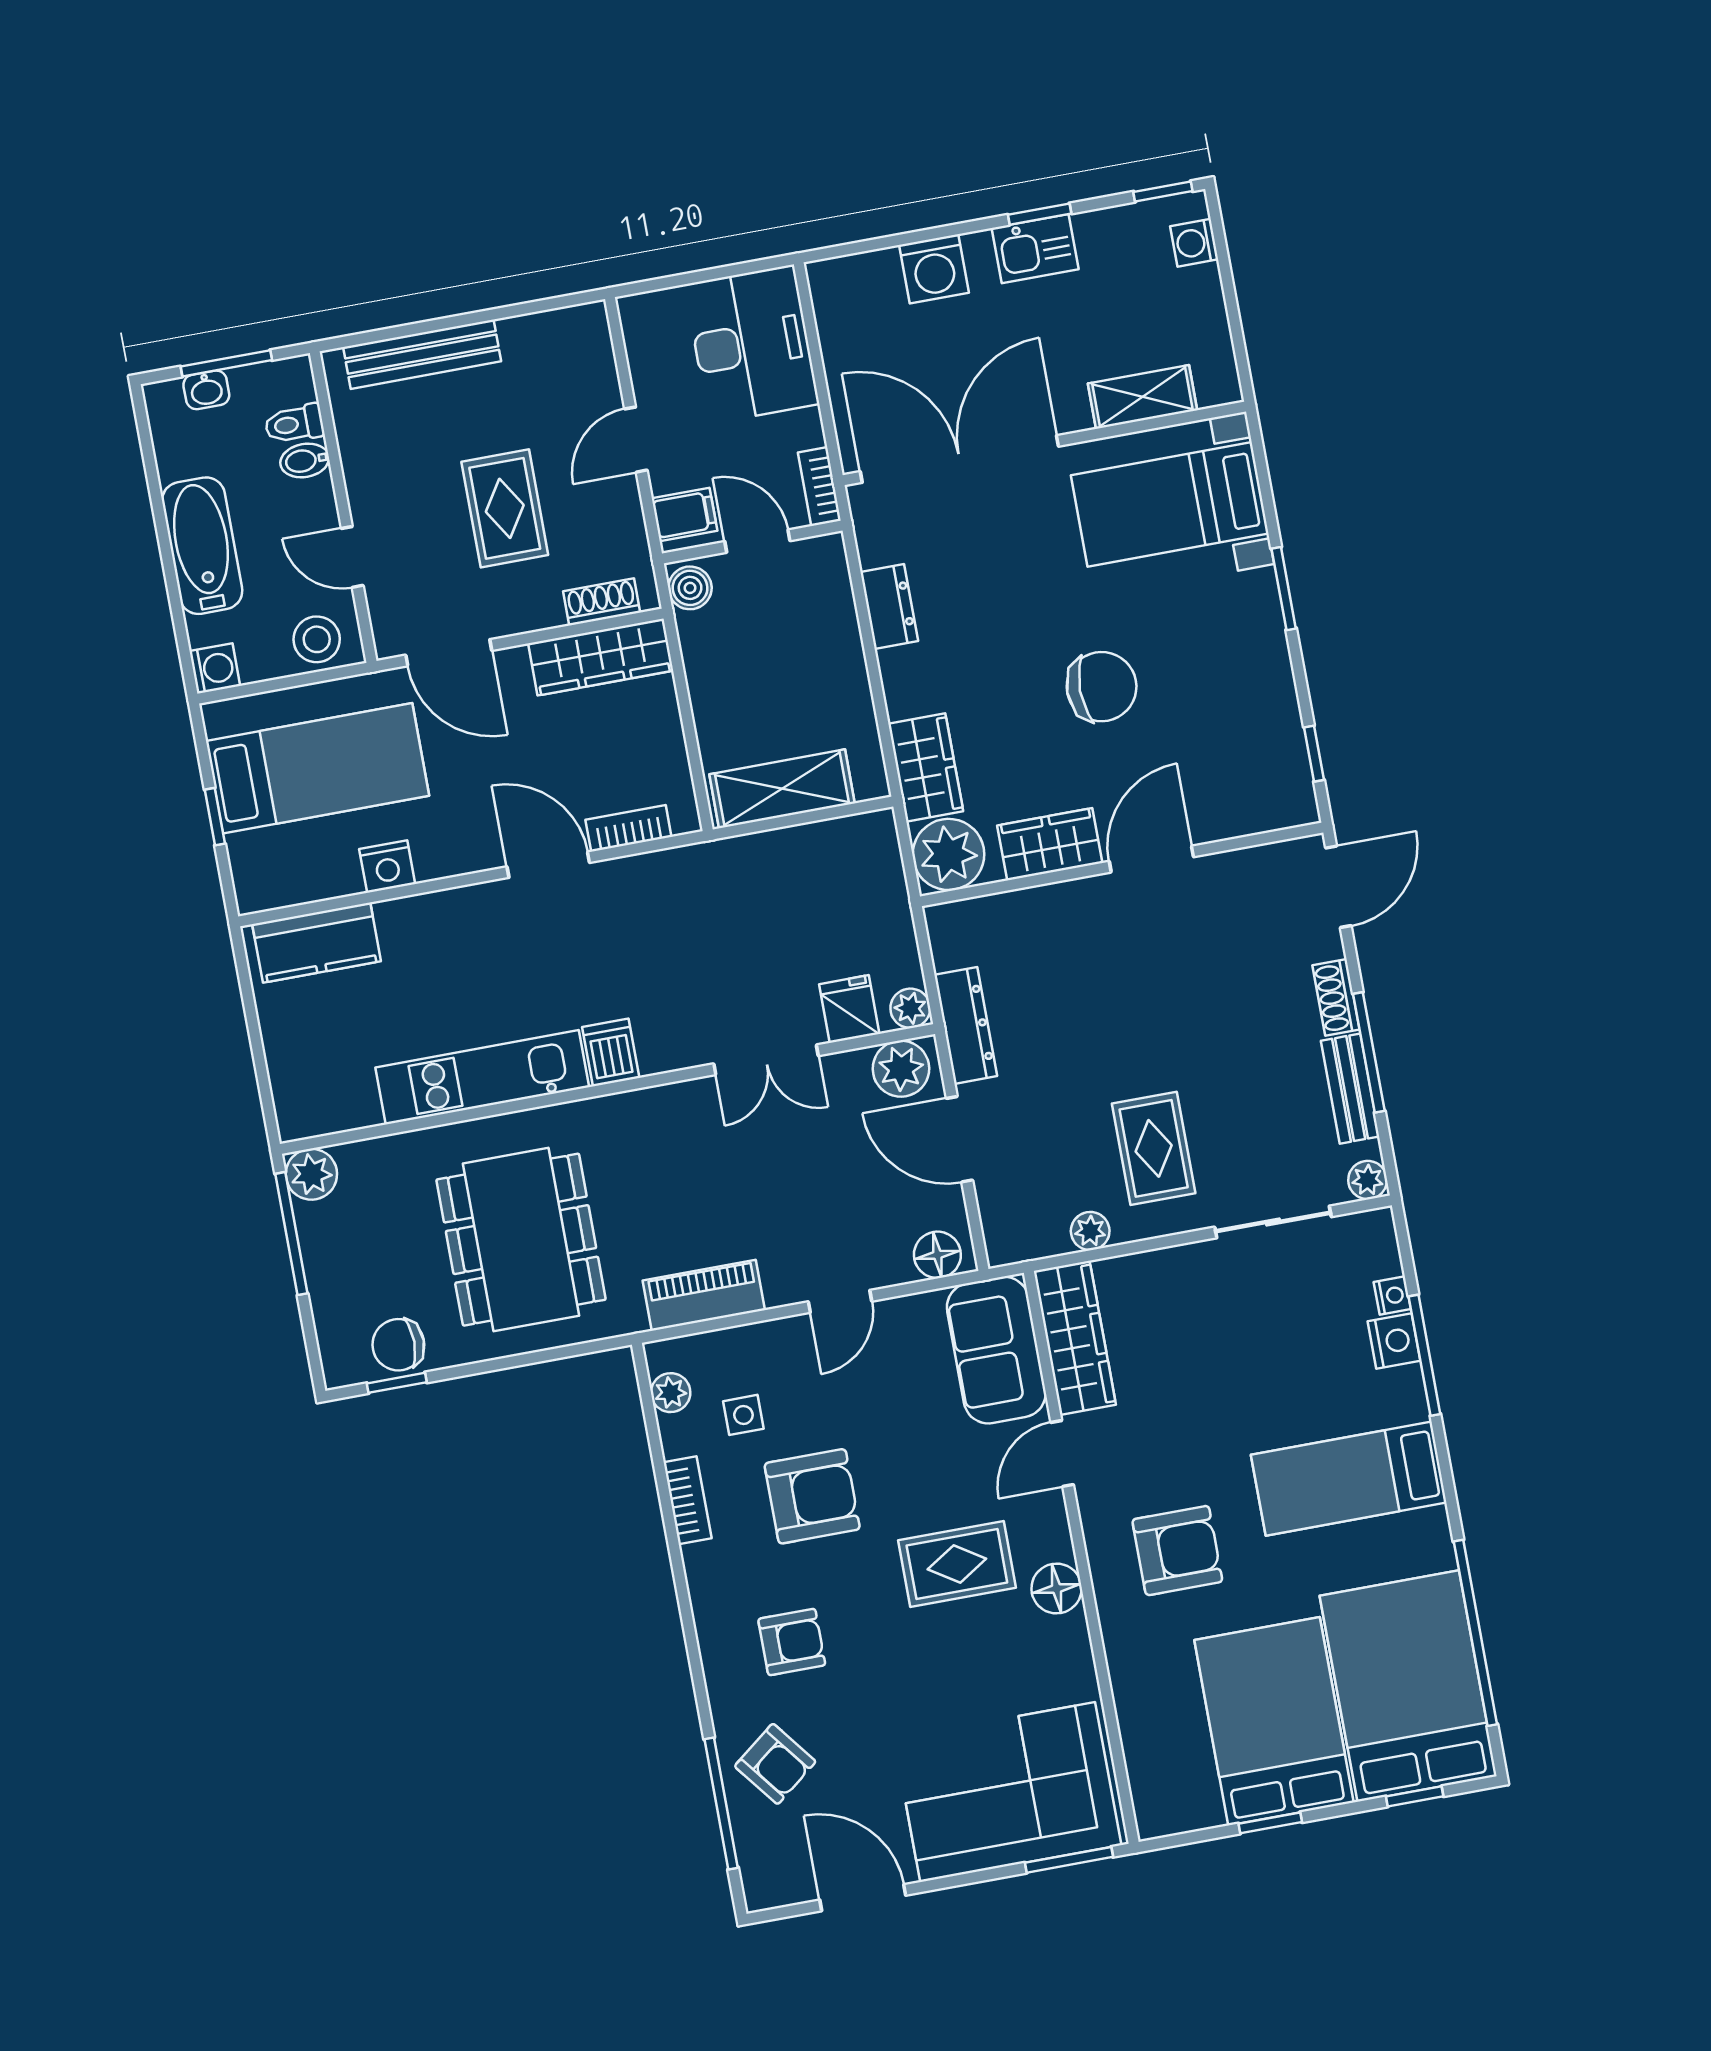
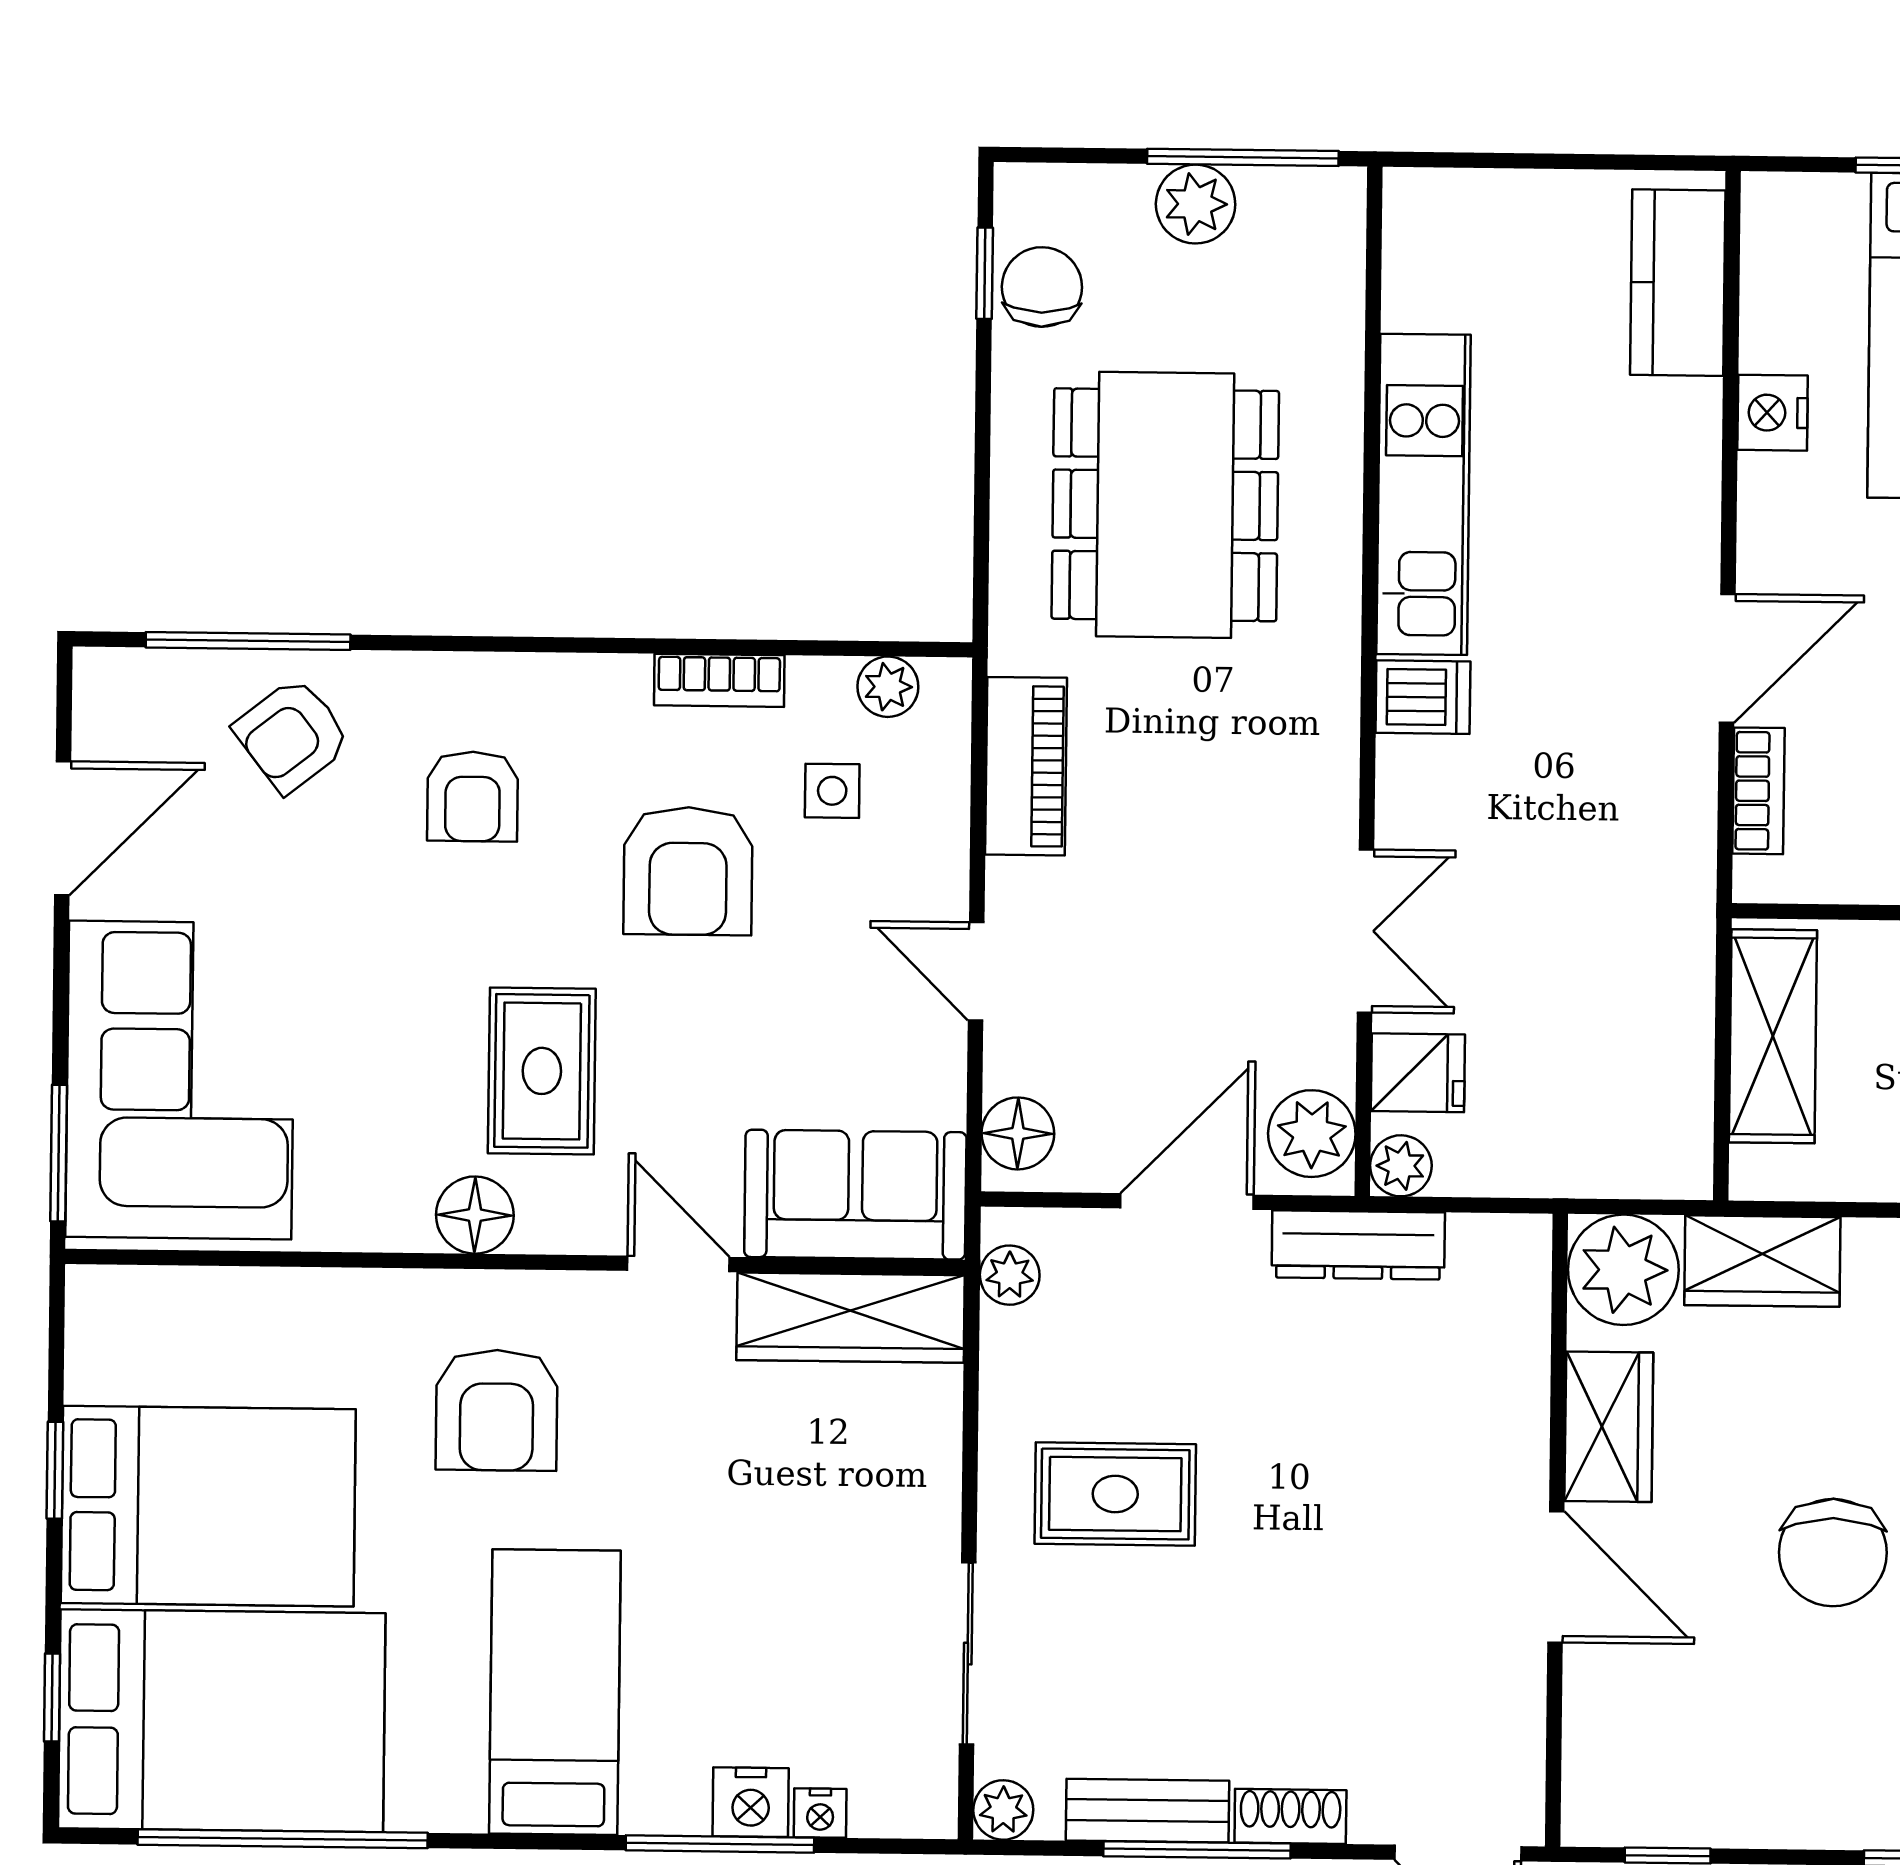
double door: (766, 1060) -> (1365, 931), swing flipped
plant: (311, 1174) -> (1196, 204), moved
plant: (1090, 1231) -> (1010, 1275), moved
dining table: (521, 1240) -> (1165, 505), turned 90

